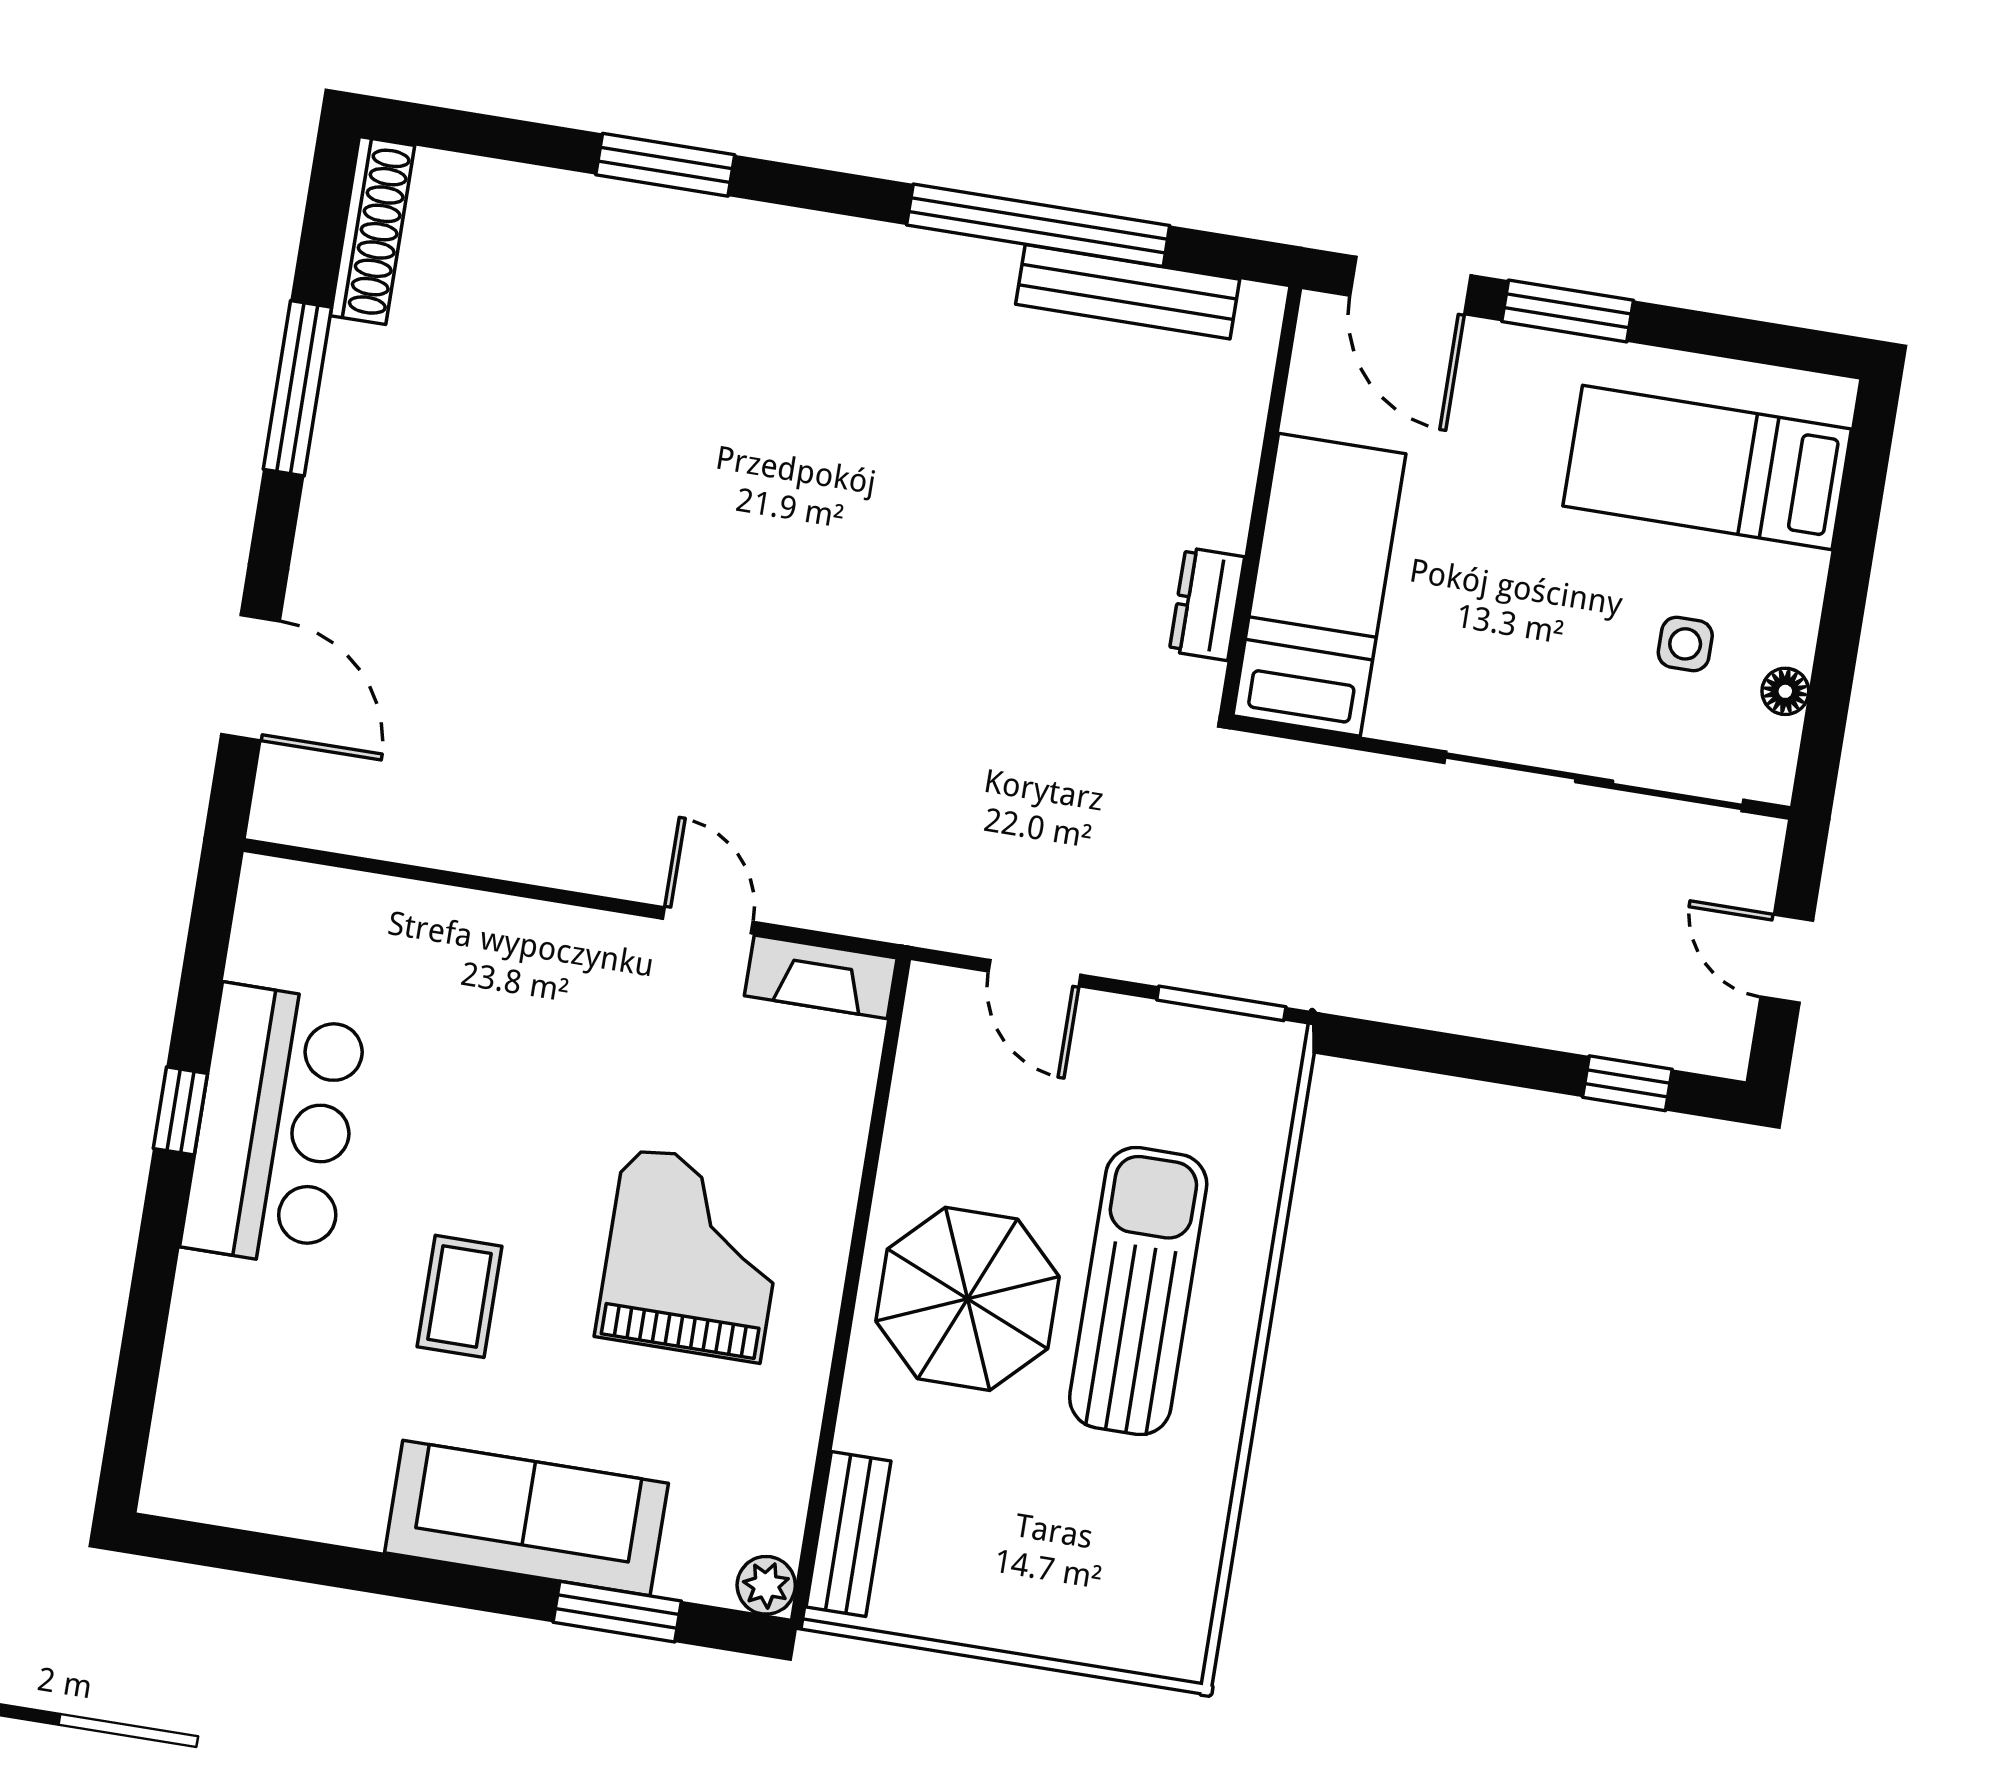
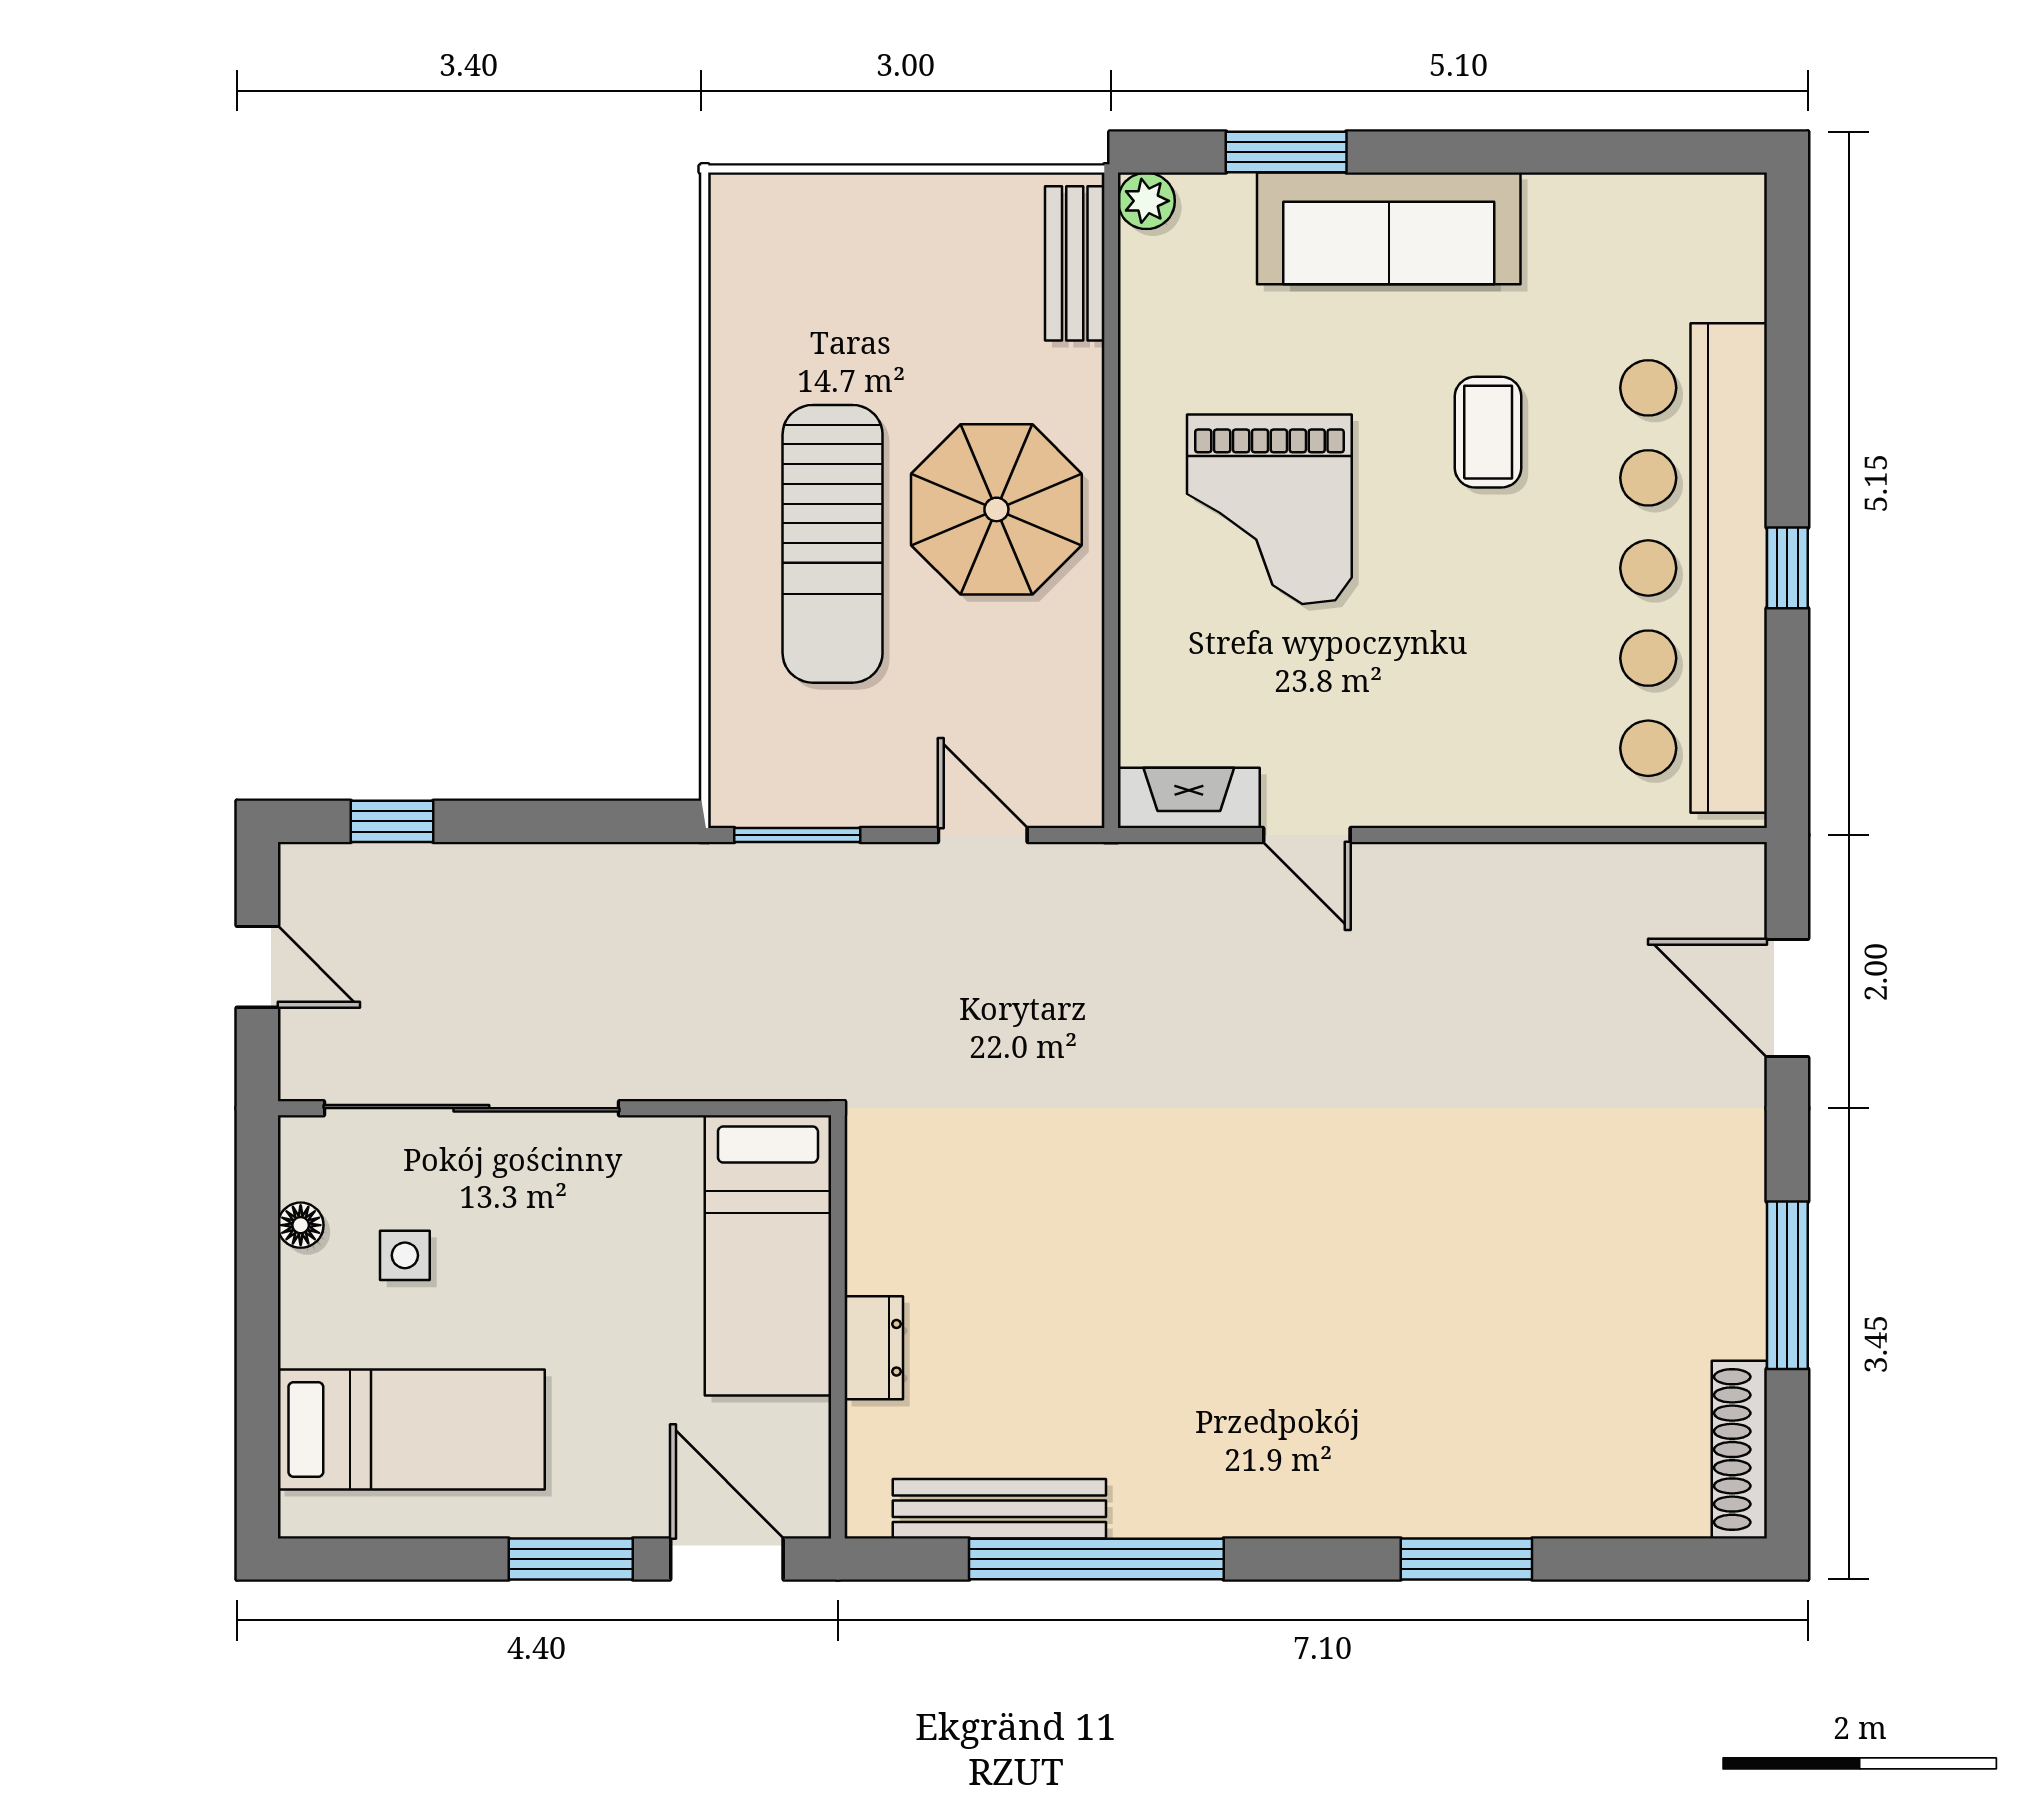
dresser: (1207, 604) -> (874, 1348), moved
bar counter: (275, 1126) -> (1694, 568), width x1.86

